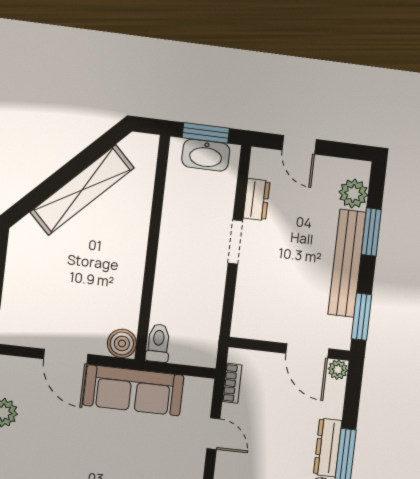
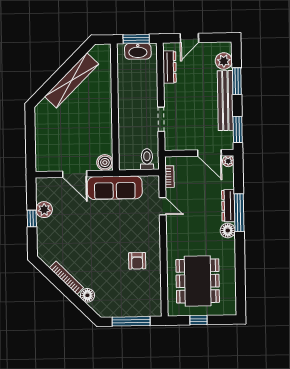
door: (299, 145) -> (189, 38), hinge flipped
dresser: (257, 199) -> (169, 67), width x1.44
doorway: (235, 242) -> (161, 119), moved
toilet: (158, 343) -> (147, 159), moved

